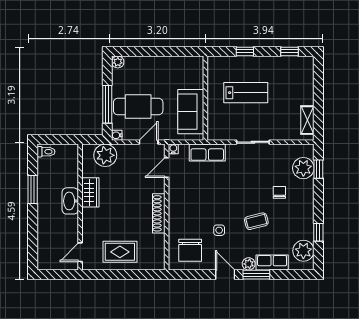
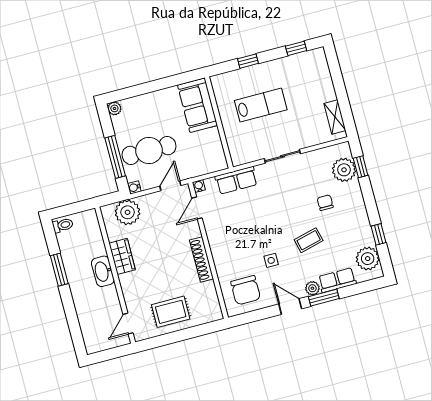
sofa: (191, 112) -> (198, 105), moved

